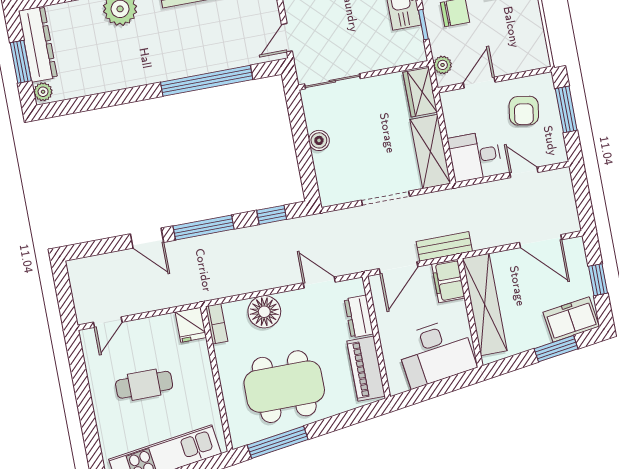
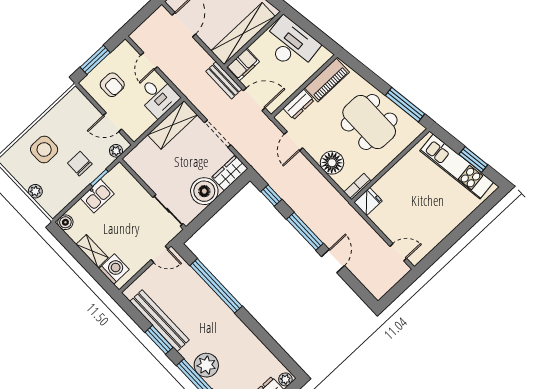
wardrobe: (420, 92) -> (230, 173), moved, turned 180
armchair: (524, 111) -> (112, 85), turned 81
boiler: (319, 140) -> (204, 191), width x1.86, depth x1.86
cafe table: (144, 385) -> (422, 207), removed

